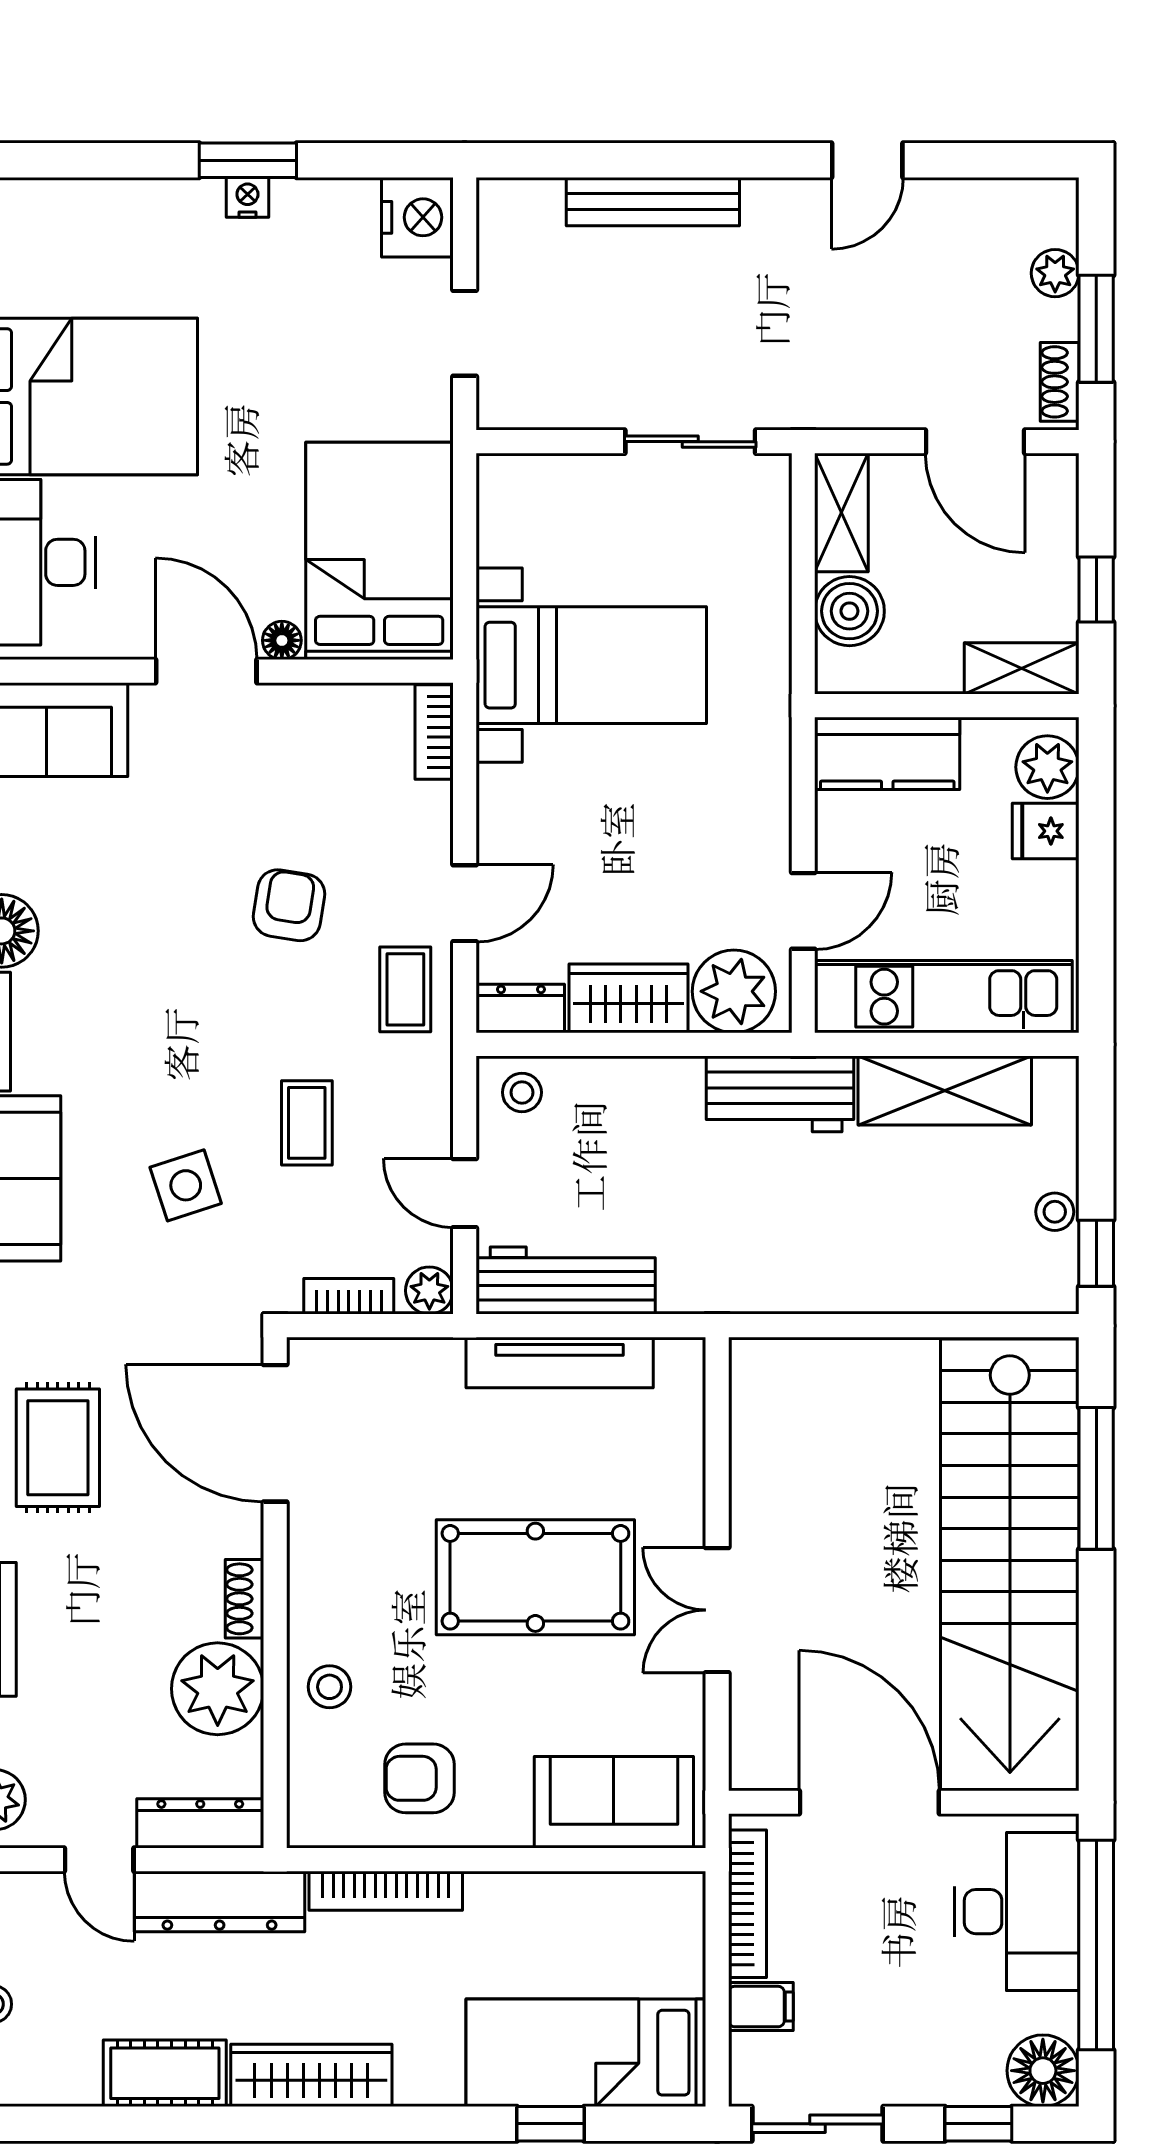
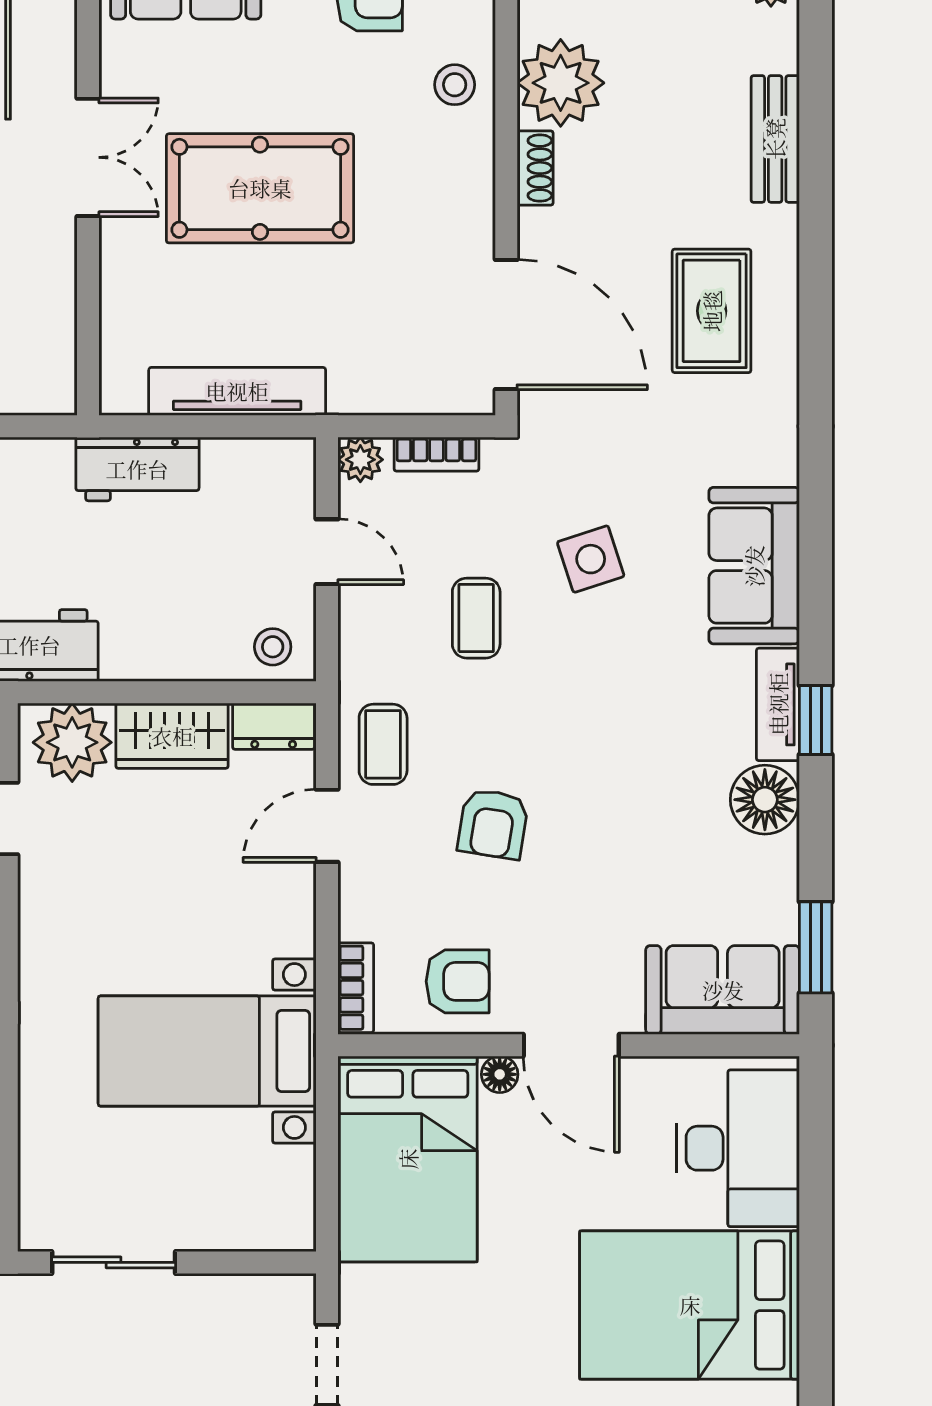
armchair: (326, 739) -> (458, 981), added
workbench: (566, 1281) -> (137, 469), moved, width x0.73

